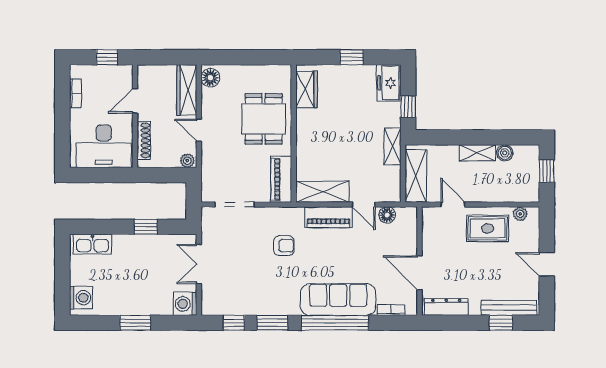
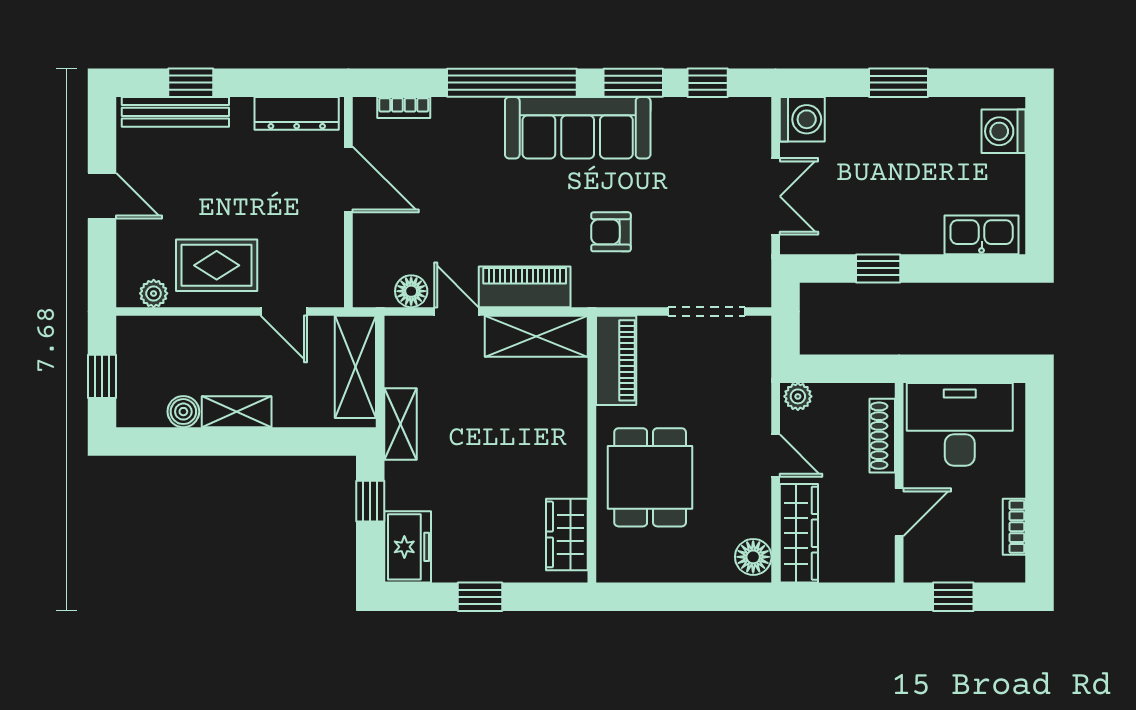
sofa: (338, 299) -> (578, 128), moved

